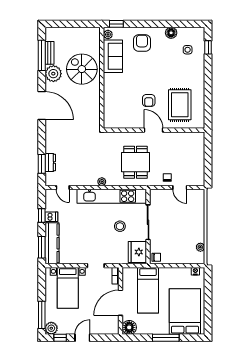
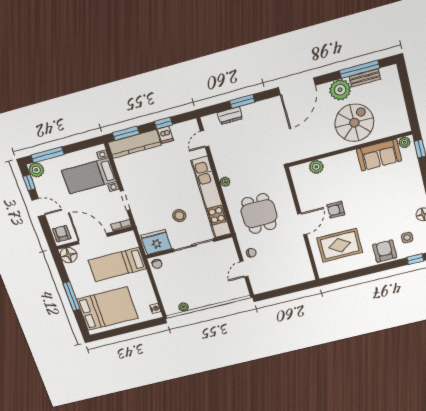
armchair: (142, 43) -> (385, 251), moved, turned -90
plant: (109, 107) -> (316, 167), added
dining table: (135, 162) -> (259, 214), turned 90
window: (42, 164) -> (242, 101), moved
armchair: (109, 327) -> (62, 234), added

